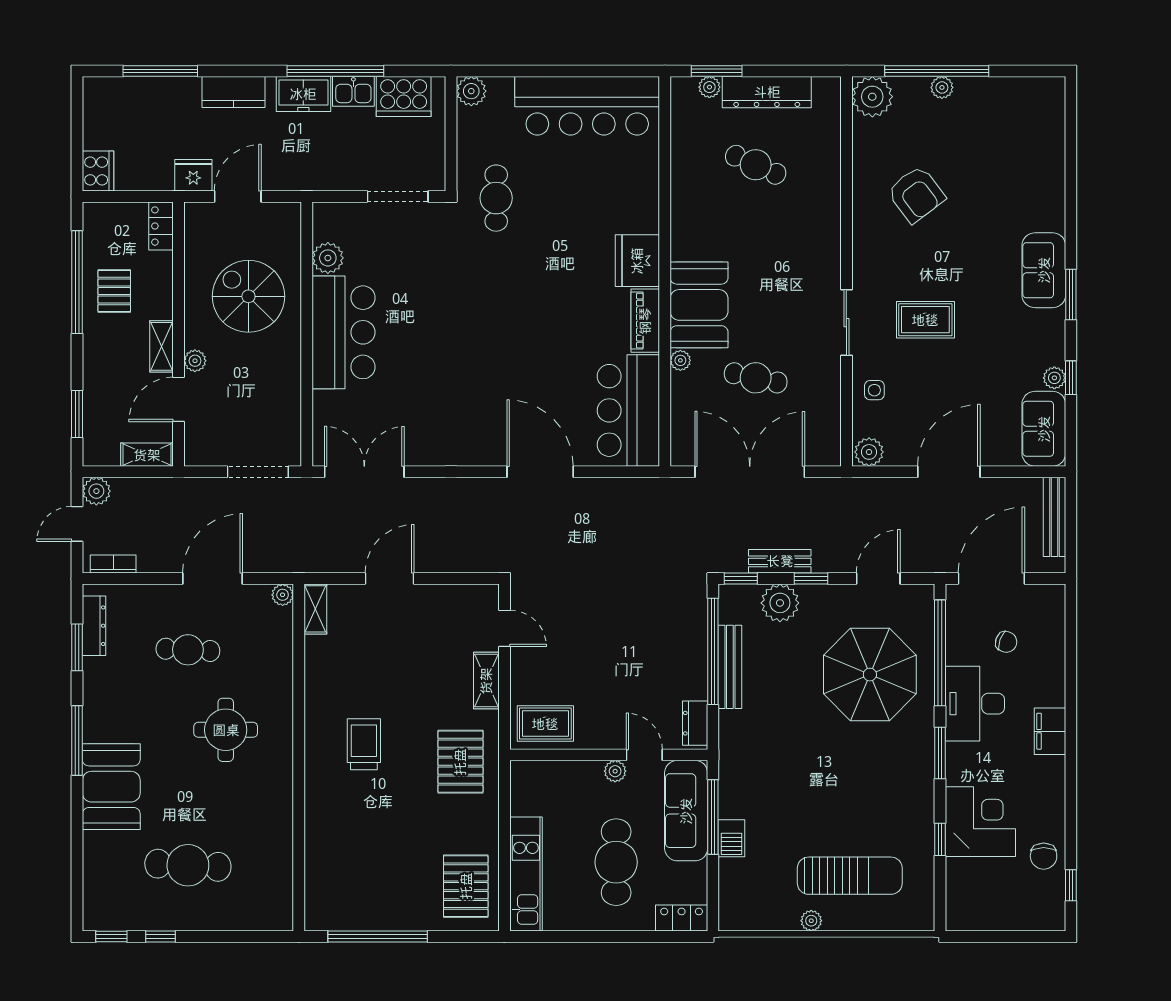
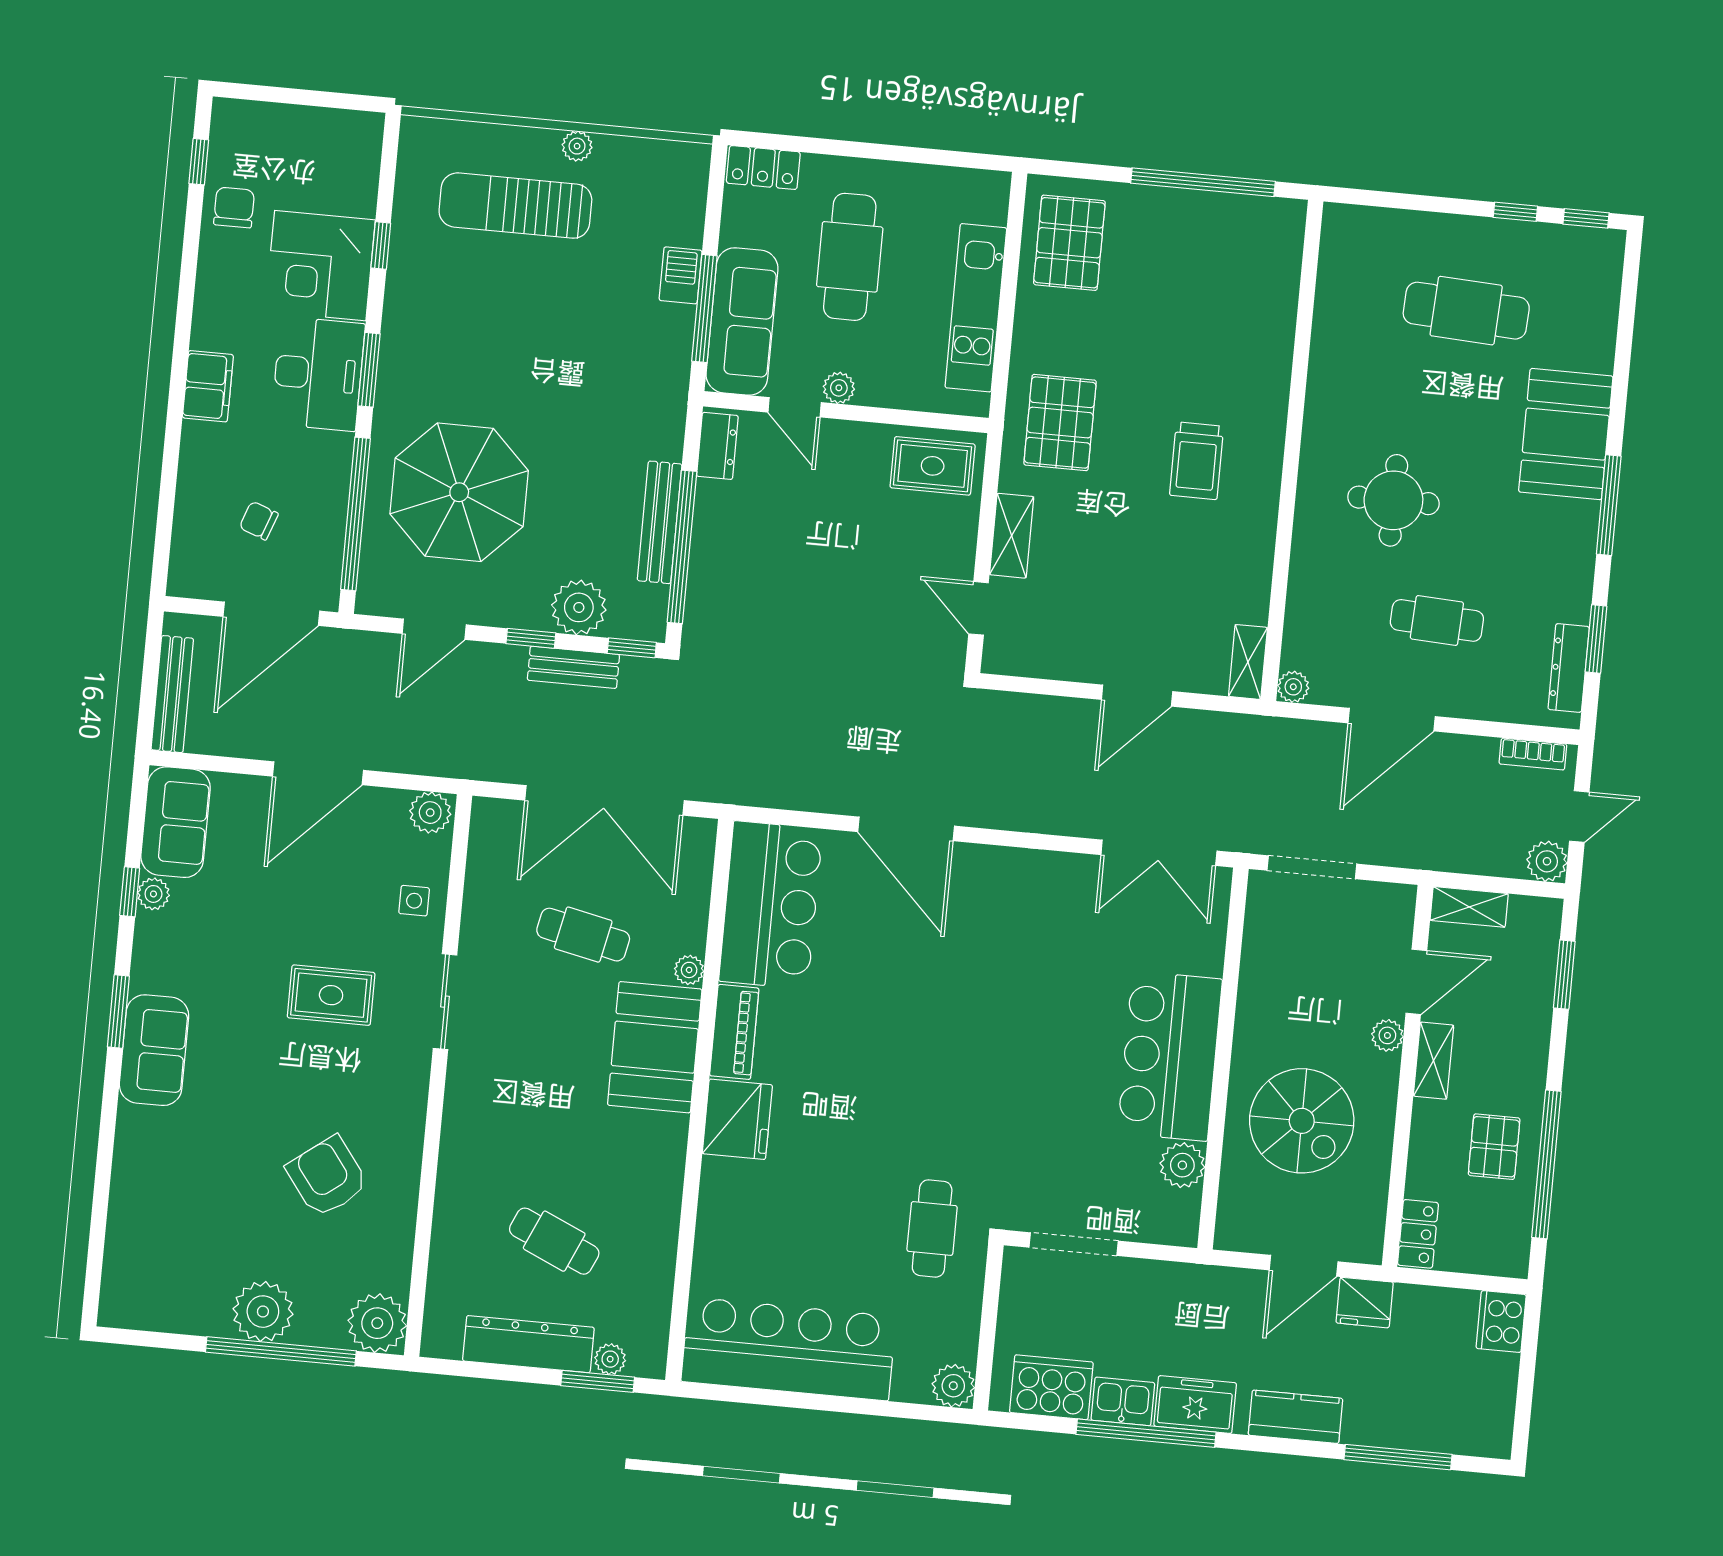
plant: (942, 87) -> (263, 1312), width x1.87, depth x1.87
desk: (975, 704) -> (318, 374), moved
kitchen unit: (526, 874) -> (976, 308), moved

